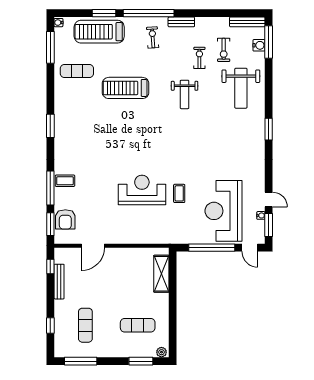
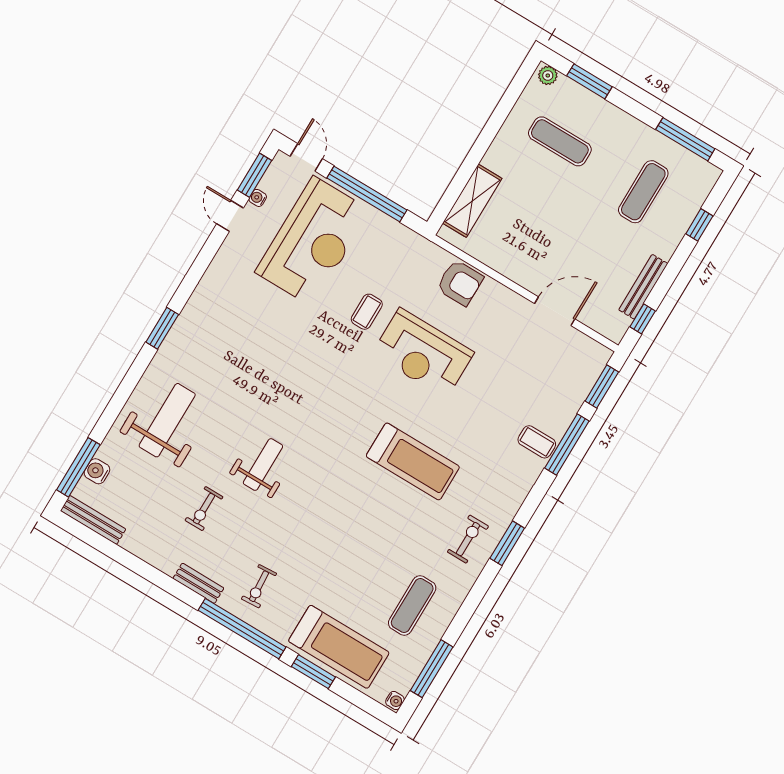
exercise bike: (224, 50) -> (468, 539), moved
exercise mat: (77, 71) -> (412, 605), turned 90
treadmill: (126, 88) -> (413, 462), moved
armchair: (65, 219) -> (460, 283), moved, turned 90

